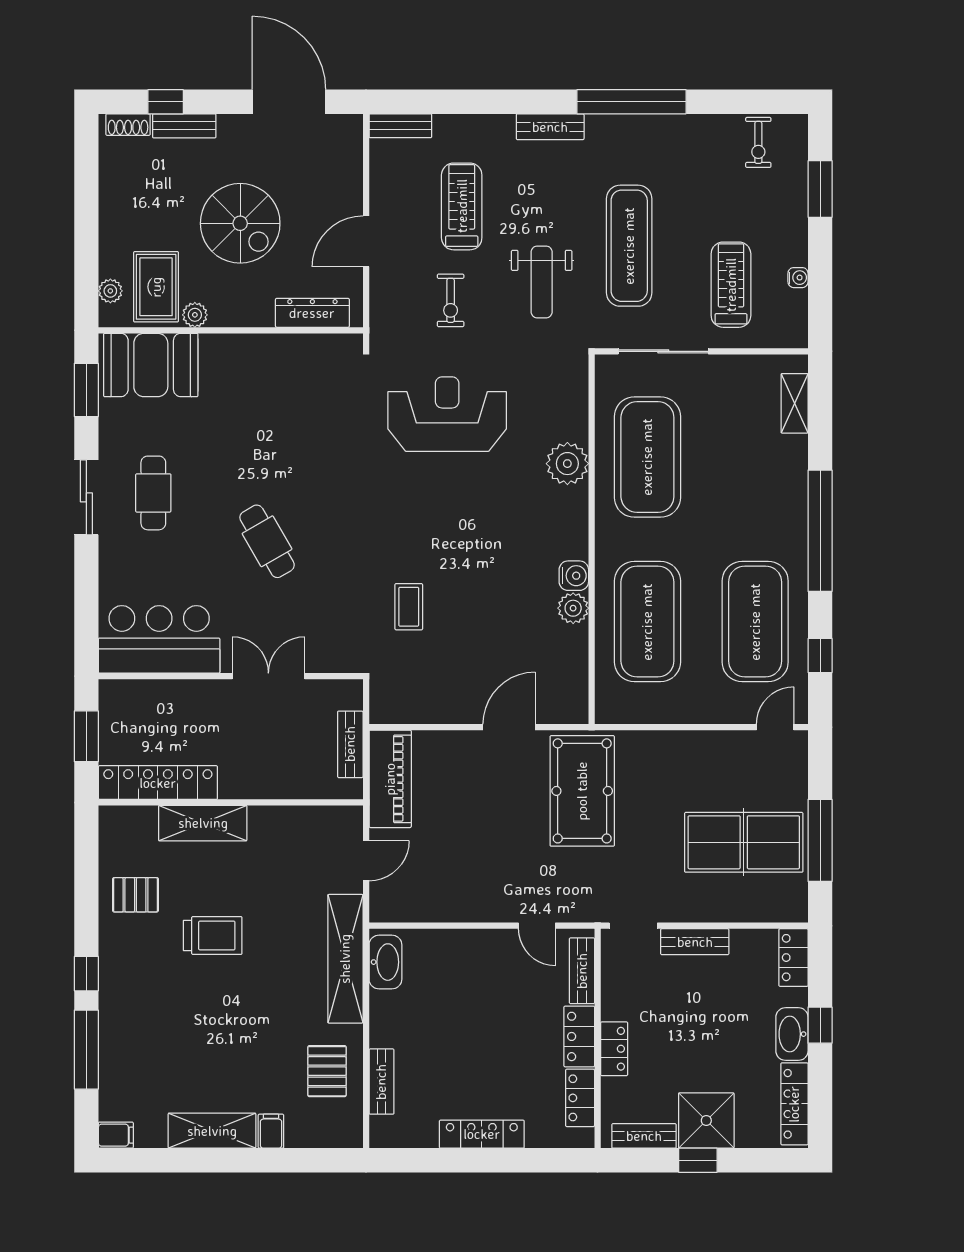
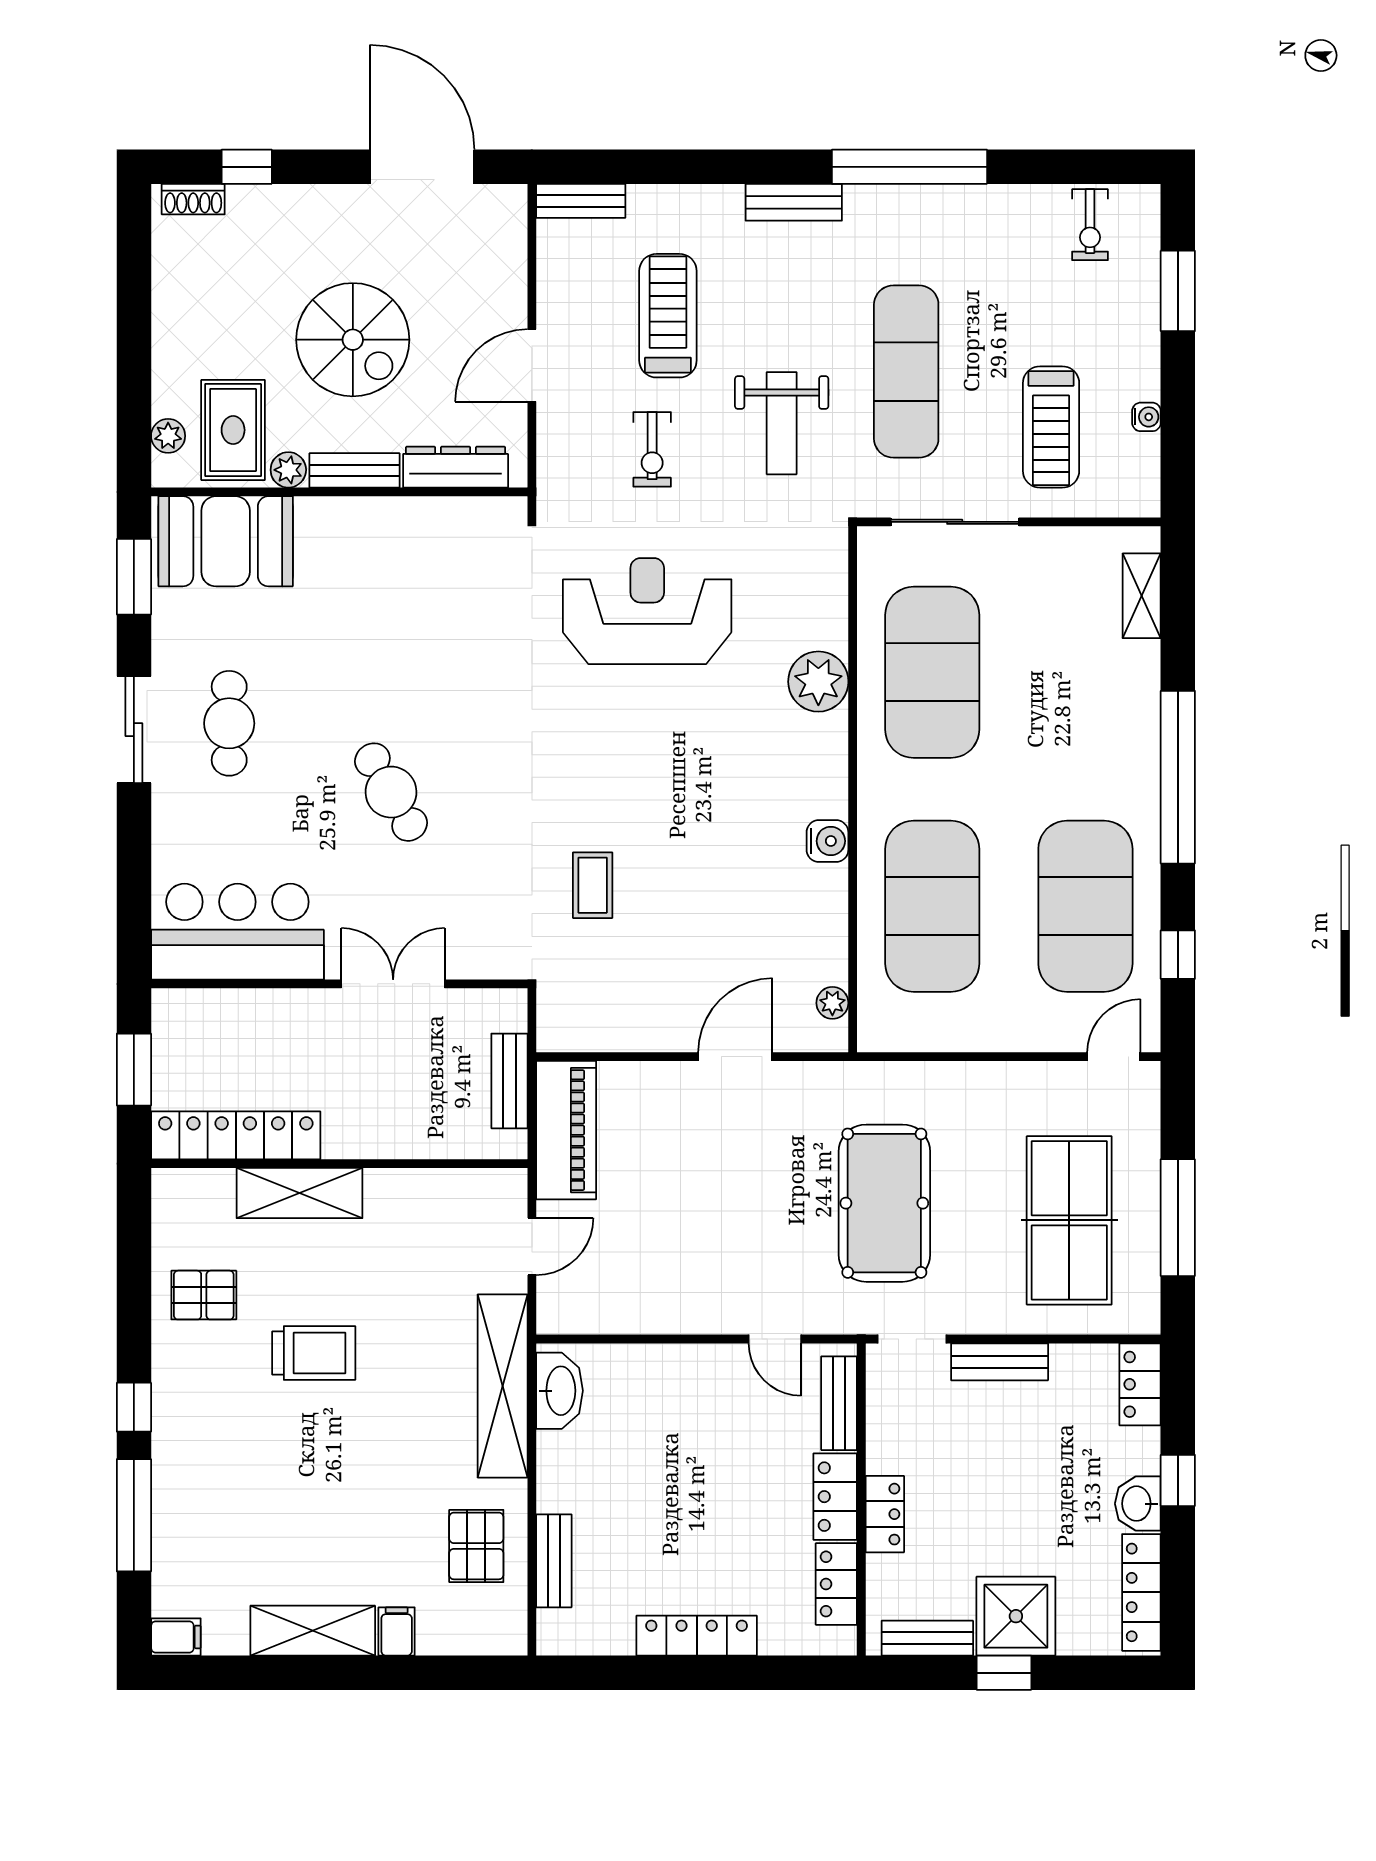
bench: (184, 126) -> (355, 470), moved
treadmill: (731, 285) -> (1051, 427), turned 180
plant: (573, 608) -> (832, 1003), moved, width x0.73, depth x0.73
pool table: (582, 791) -> (884, 1203), moved
table tennis table: (744, 842) -> (1069, 1220), turned 90
washbasin: (792, 1034) -> (1138, 1504), width x0.72

